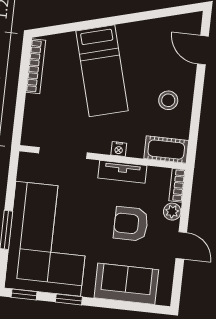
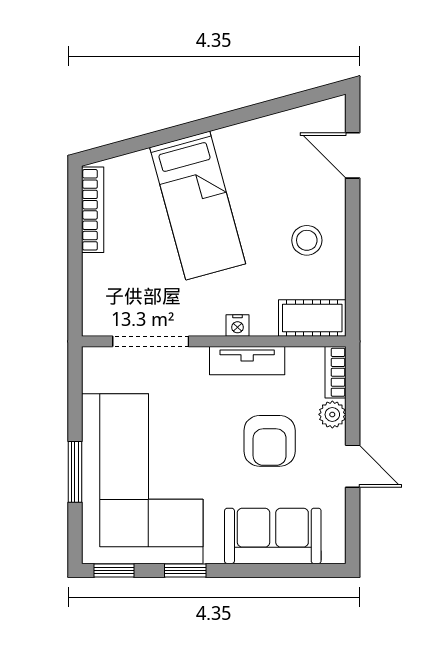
armchair: (131, 224) -> (270, 441), turned -90

